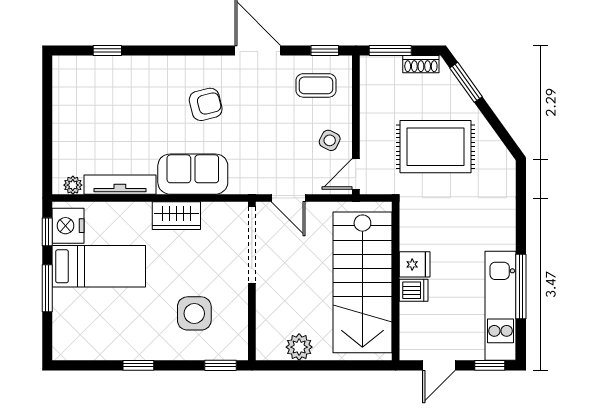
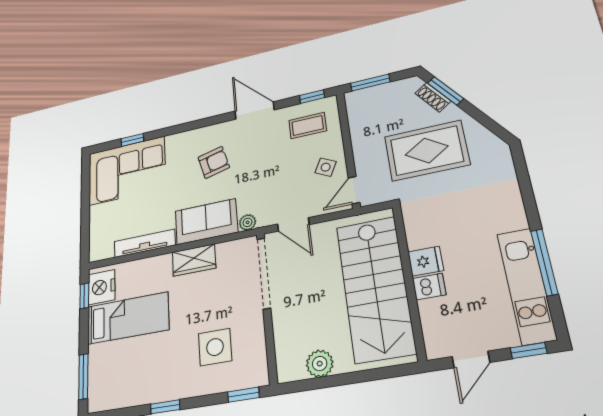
shoe rack: (421, 64) -> (433, 97), moved, turned 54
corner sofa: (100, 89) -> (127, 171), added
plant: (73, 185) -> (247, 222), moved
window: (47, 288) -> (83, 376), moved

